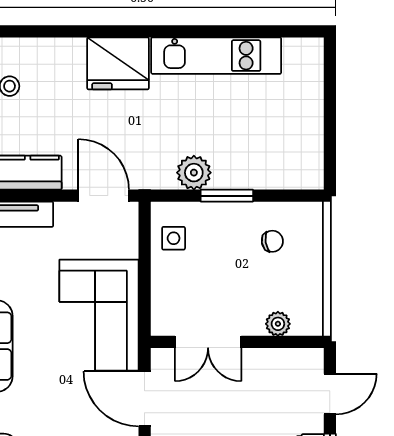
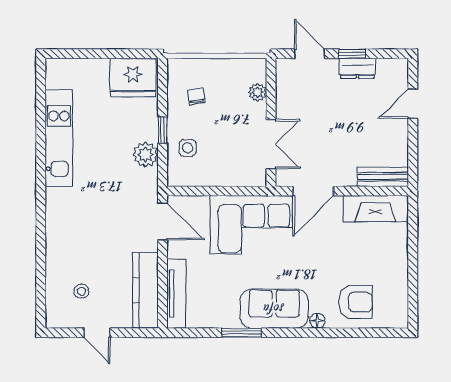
fridge: (118, 63) -> (133, 78), moved, turned 90
door: (104, 196) -> (163, 221), swing flipped
window: (227, 196) -> (163, 130), width x0.67
side table: (174, 238) -> (188, 148), moved

